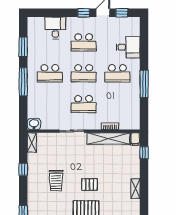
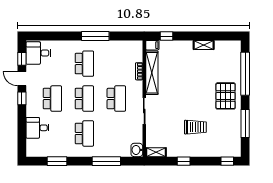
desk: (128, 47) -> (38, 53), moved, turned -90
window: (23, 82) -> (106, 161), moved
pallet: (89, 185) -> (199, 92), removed

